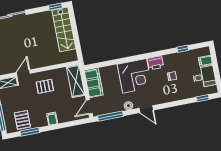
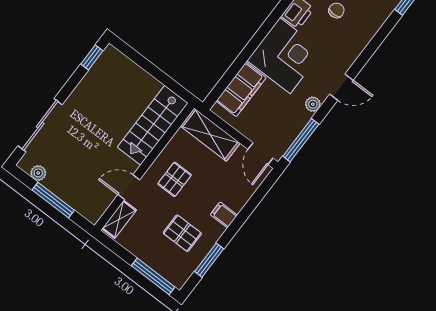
stairs: (64, 29) -> (153, 125), moved, turned 90
door: (23, 73) -> (129, 187), hinge flipped
filing cabinet: (94, 83) -> (241, 89), moved, turned 90
pallet: (22, 120) -> (182, 233), moved

